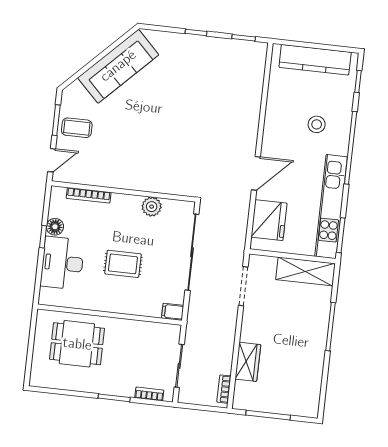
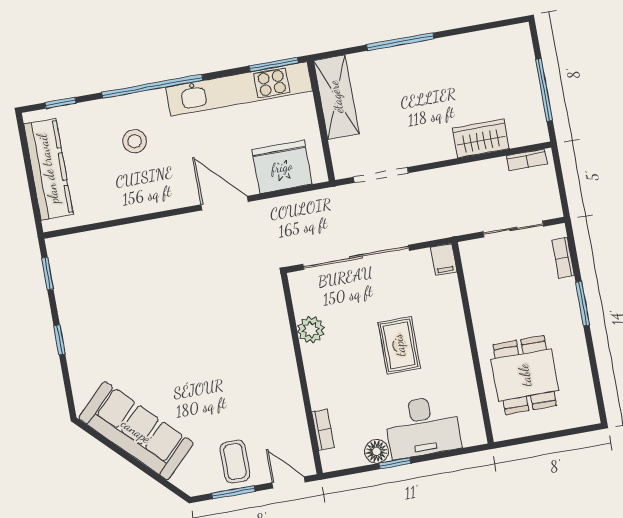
bookcase: (89, 195) -> (323, 430), width x0.64

